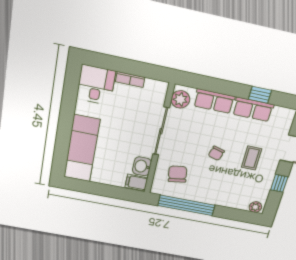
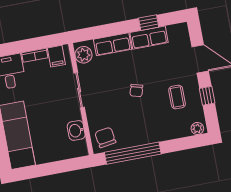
sliding door: (161, 131) -> (79, 90), width x0.73
coffee table: (252, 158) -> (177, 97), moved
chair: (177, 174) -> (105, 137), moved
filing cabinet: (136, 183) -> (56, 56), moved, turned -90

